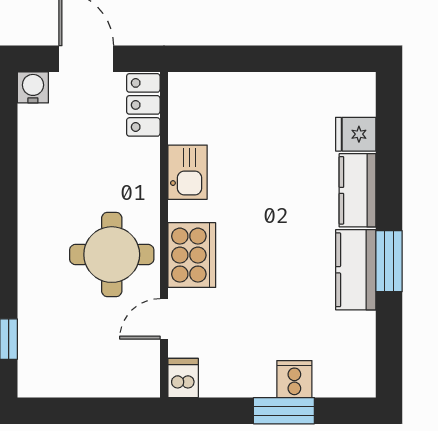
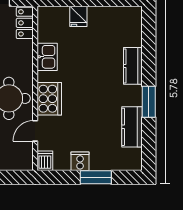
fridge: (356, 134) -> (78, 16), moved, turned -90
kitchen counter: (356, 270) -> (132, 127), moved
cooker: (294, 379) -> (80, 161), moved

